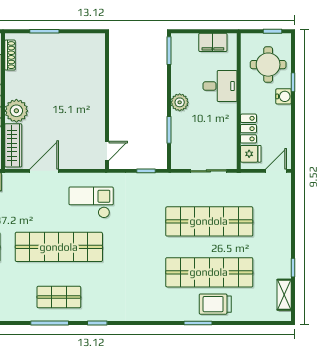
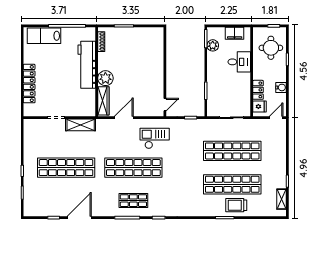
water cooler: (284, 96) -> (281, 87), moved
plant: (180, 102) -> (213, 45), moved

